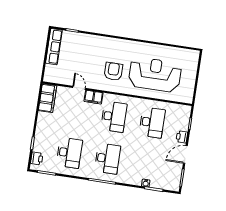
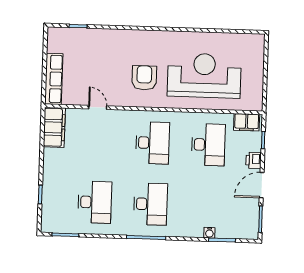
row of seats: (54, 47) -> (54, 79), moved
filing cabinet: (94, 97) -> (247, 122), moved
printer: (37, 158) -> (49, 216), removed

